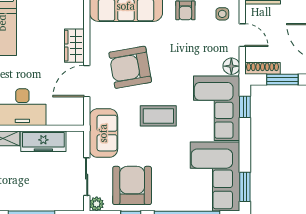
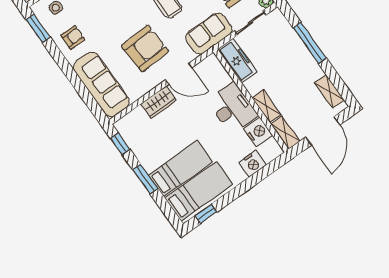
armchair: (130, 67) -> (145, 48), turned -83
freezer: (43, 141) -> (237, 61), moved

